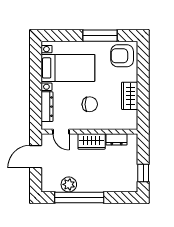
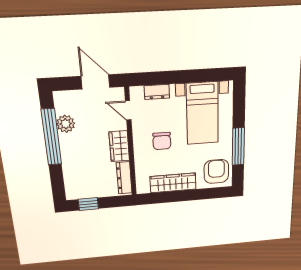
wardrobe: (130, 96) -> (173, 183), width x1.50
dresser: (47, 107) -> (157, 92), width x0.70
door: (61, 132) -> (128, 110), hinge flipped
dresser: (116, 139) -> (124, 178), width x1.44

